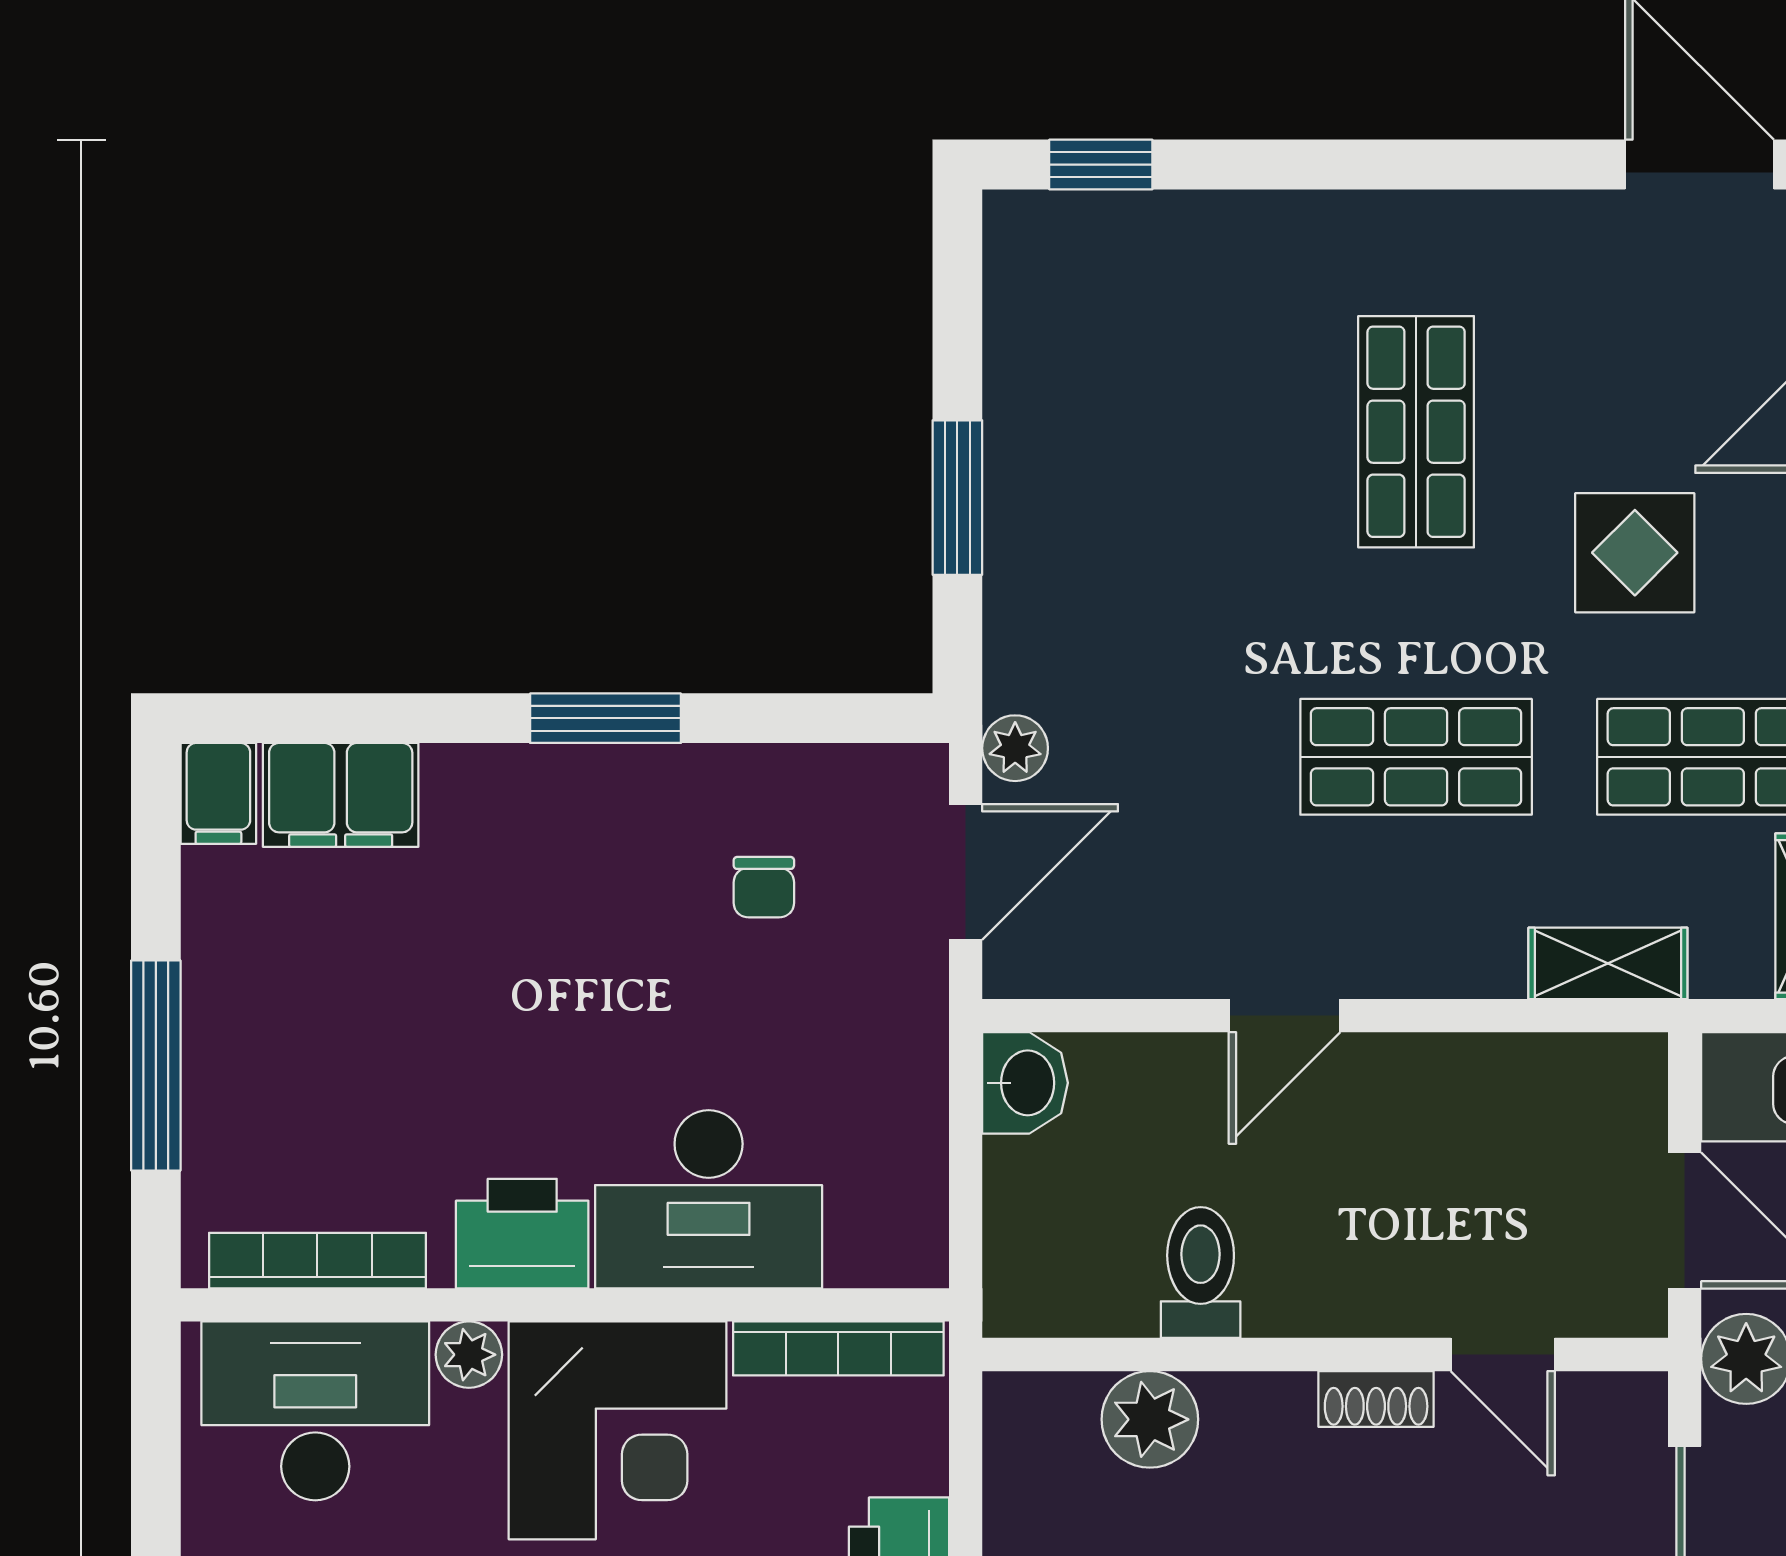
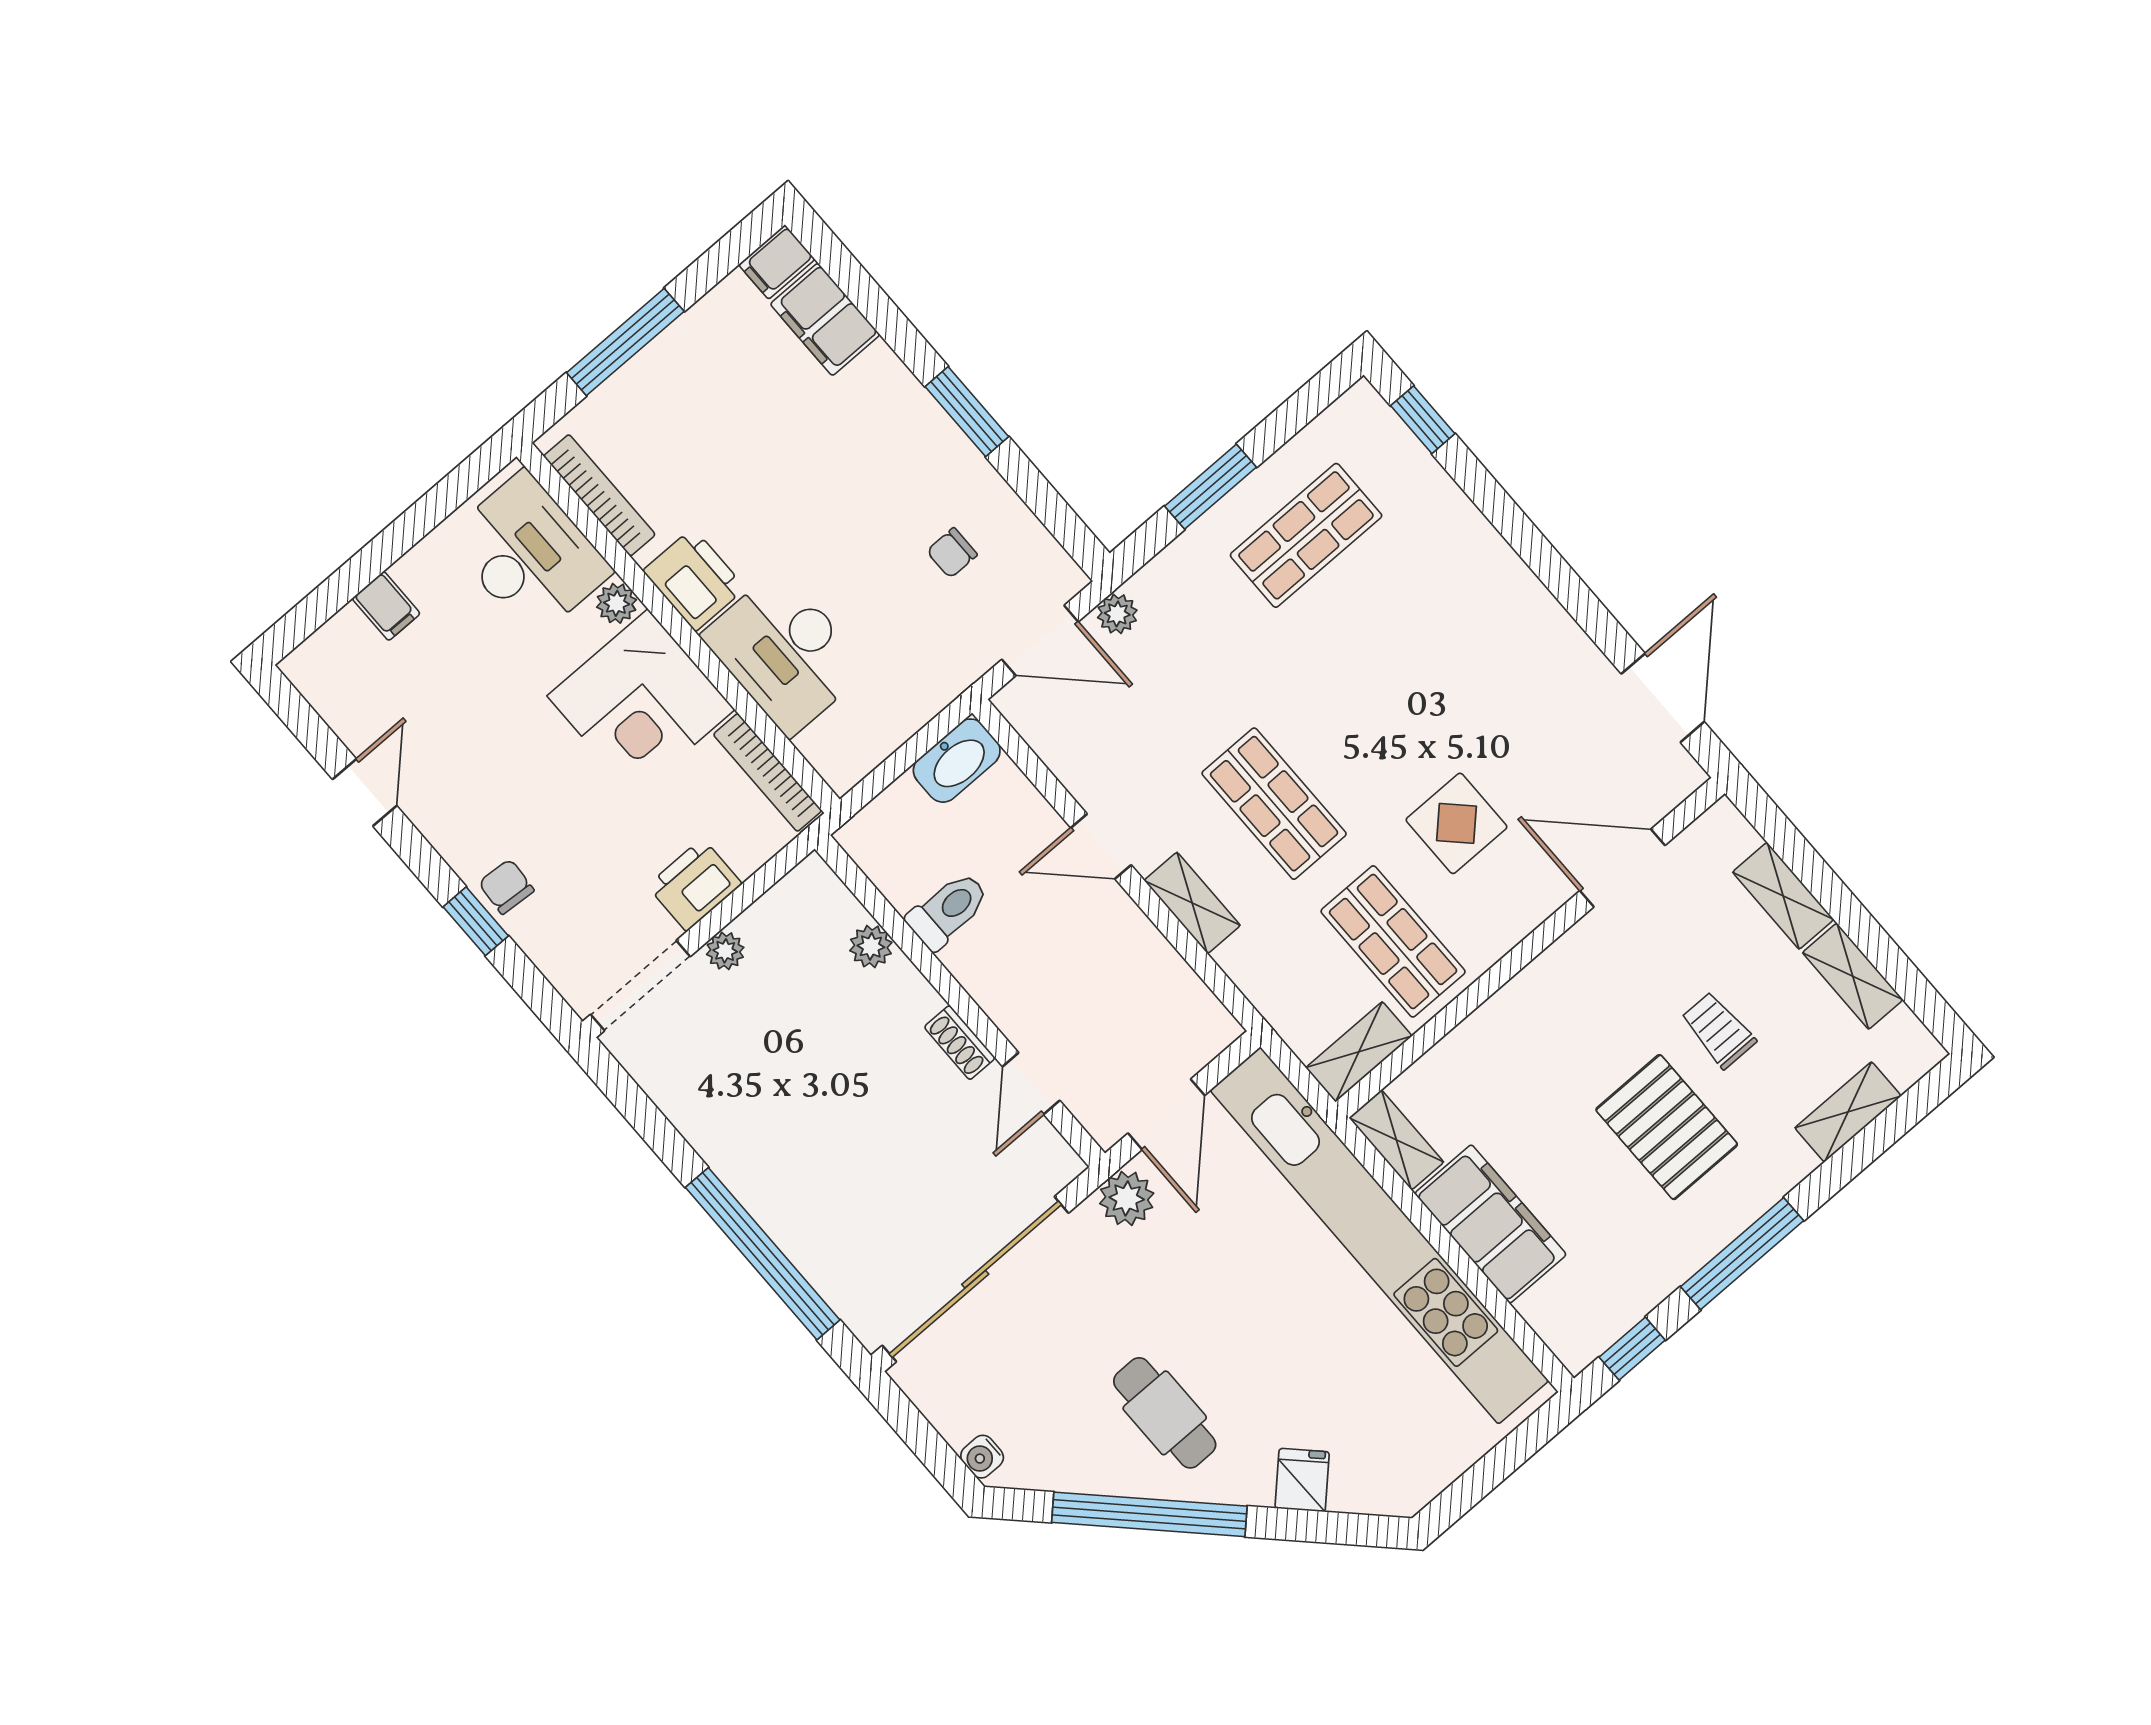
shop shelf: (1416, 432) -> (1306, 535), moved
shelving: (1608, 963) -> (1192, 903), moved
washbasin: (1025, 1083) -> (957, 761), width x1.38
plant: (1150, 1419) -> (871, 946), width x0.73, depth x0.73

